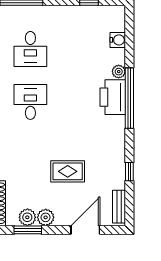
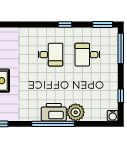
water cooler: (118, 40) -> (113, 116), moved
plant: (119, 72) -> (76, 112), width x1.88, depth x1.88

